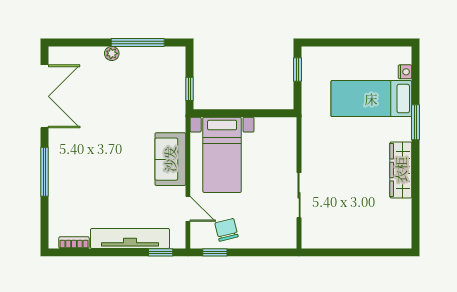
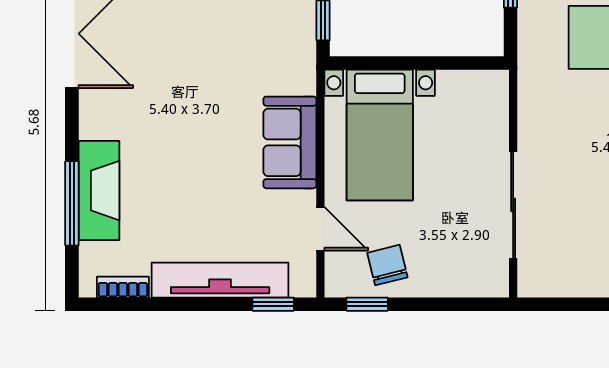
window: (45, 172) -> (72, 203), moved
fireplace: (60, 187) -> (99, 191), added
sliding door: (299, 195) -> (513, 205), width x1.37

